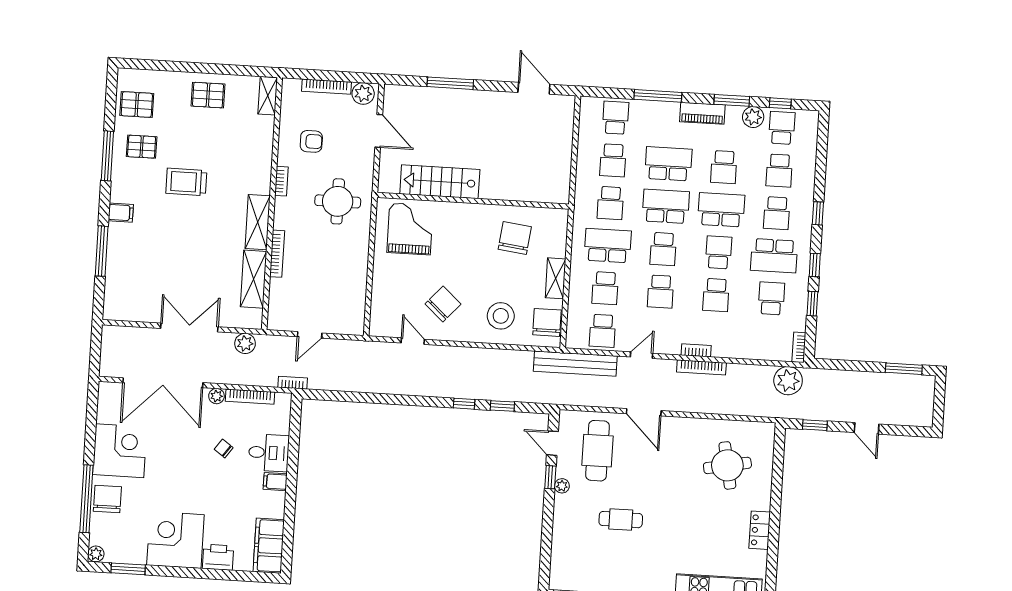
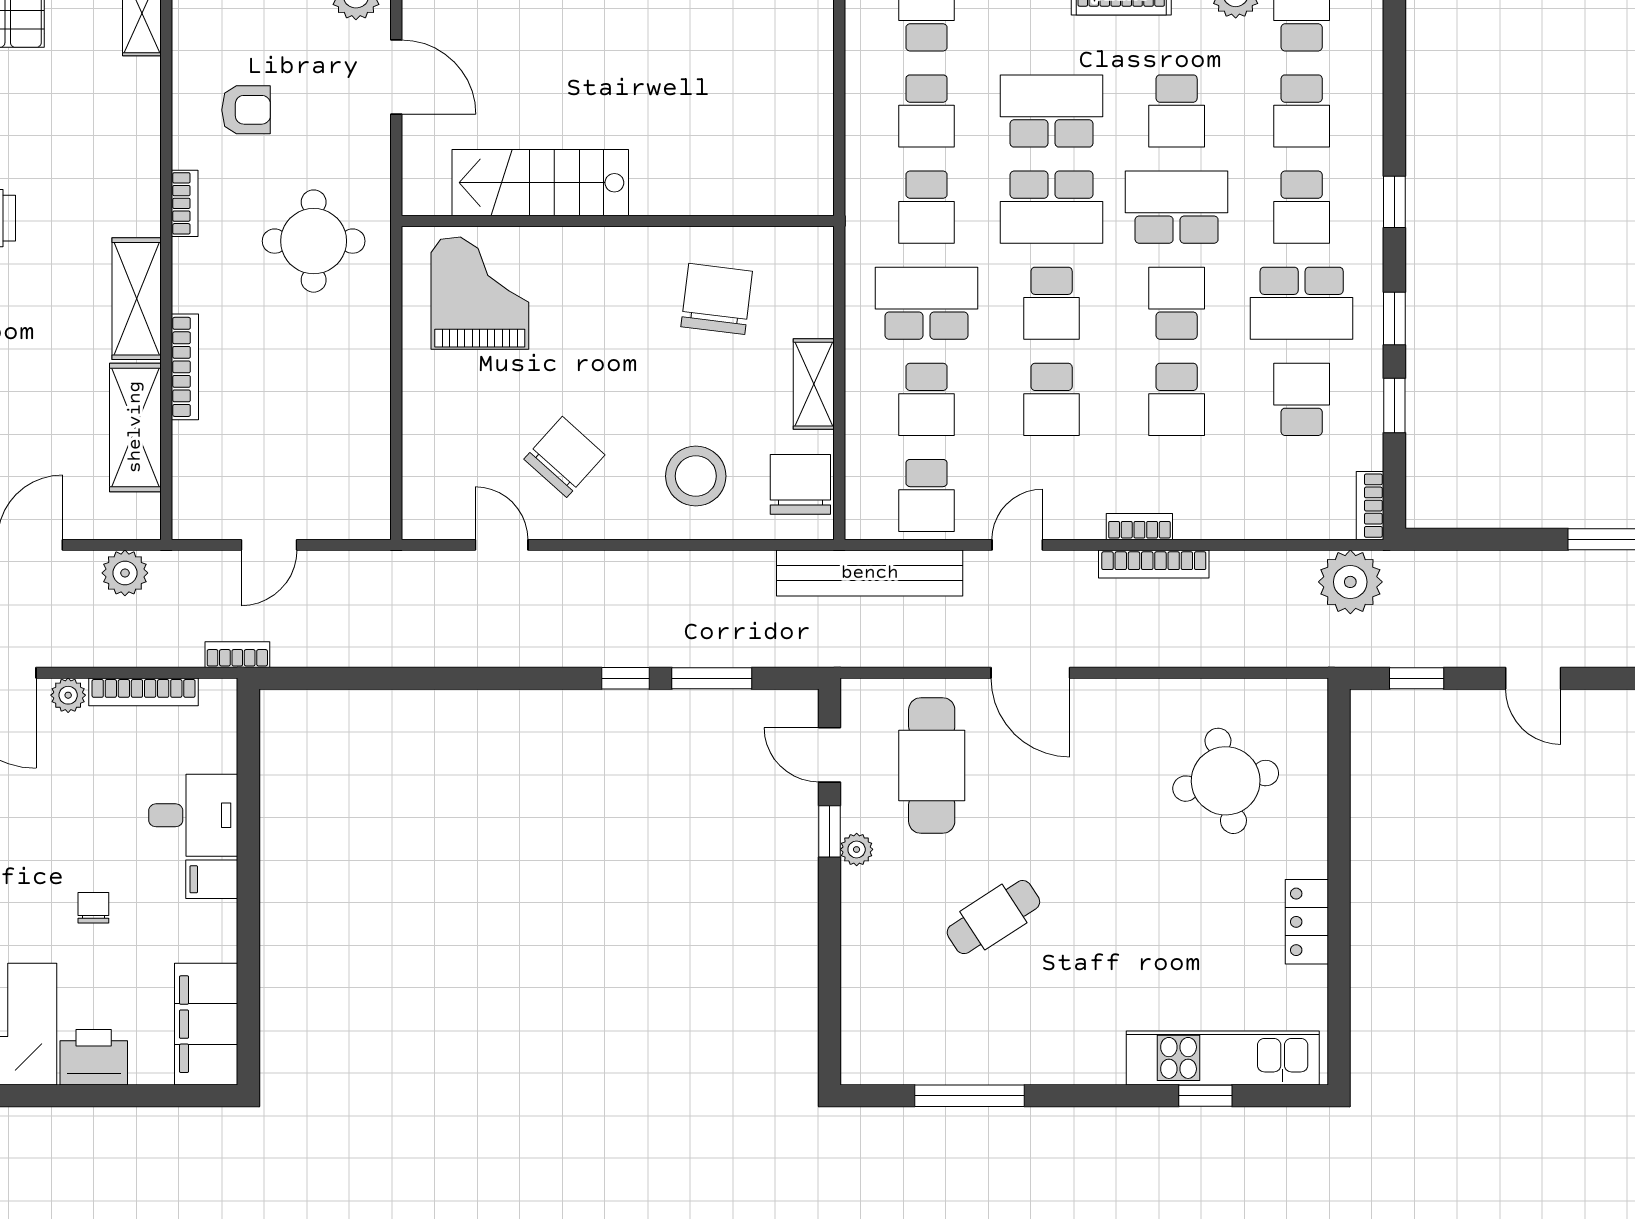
school desk: (666, 206) -> (1052, 207), turned 180
window: (502, 406) -> (712, 678), width x1.50
chair: (224, 448) -> (93, 908), moved, turned 54
cafe table: (621, 520) -> (993, 917), turned -33

